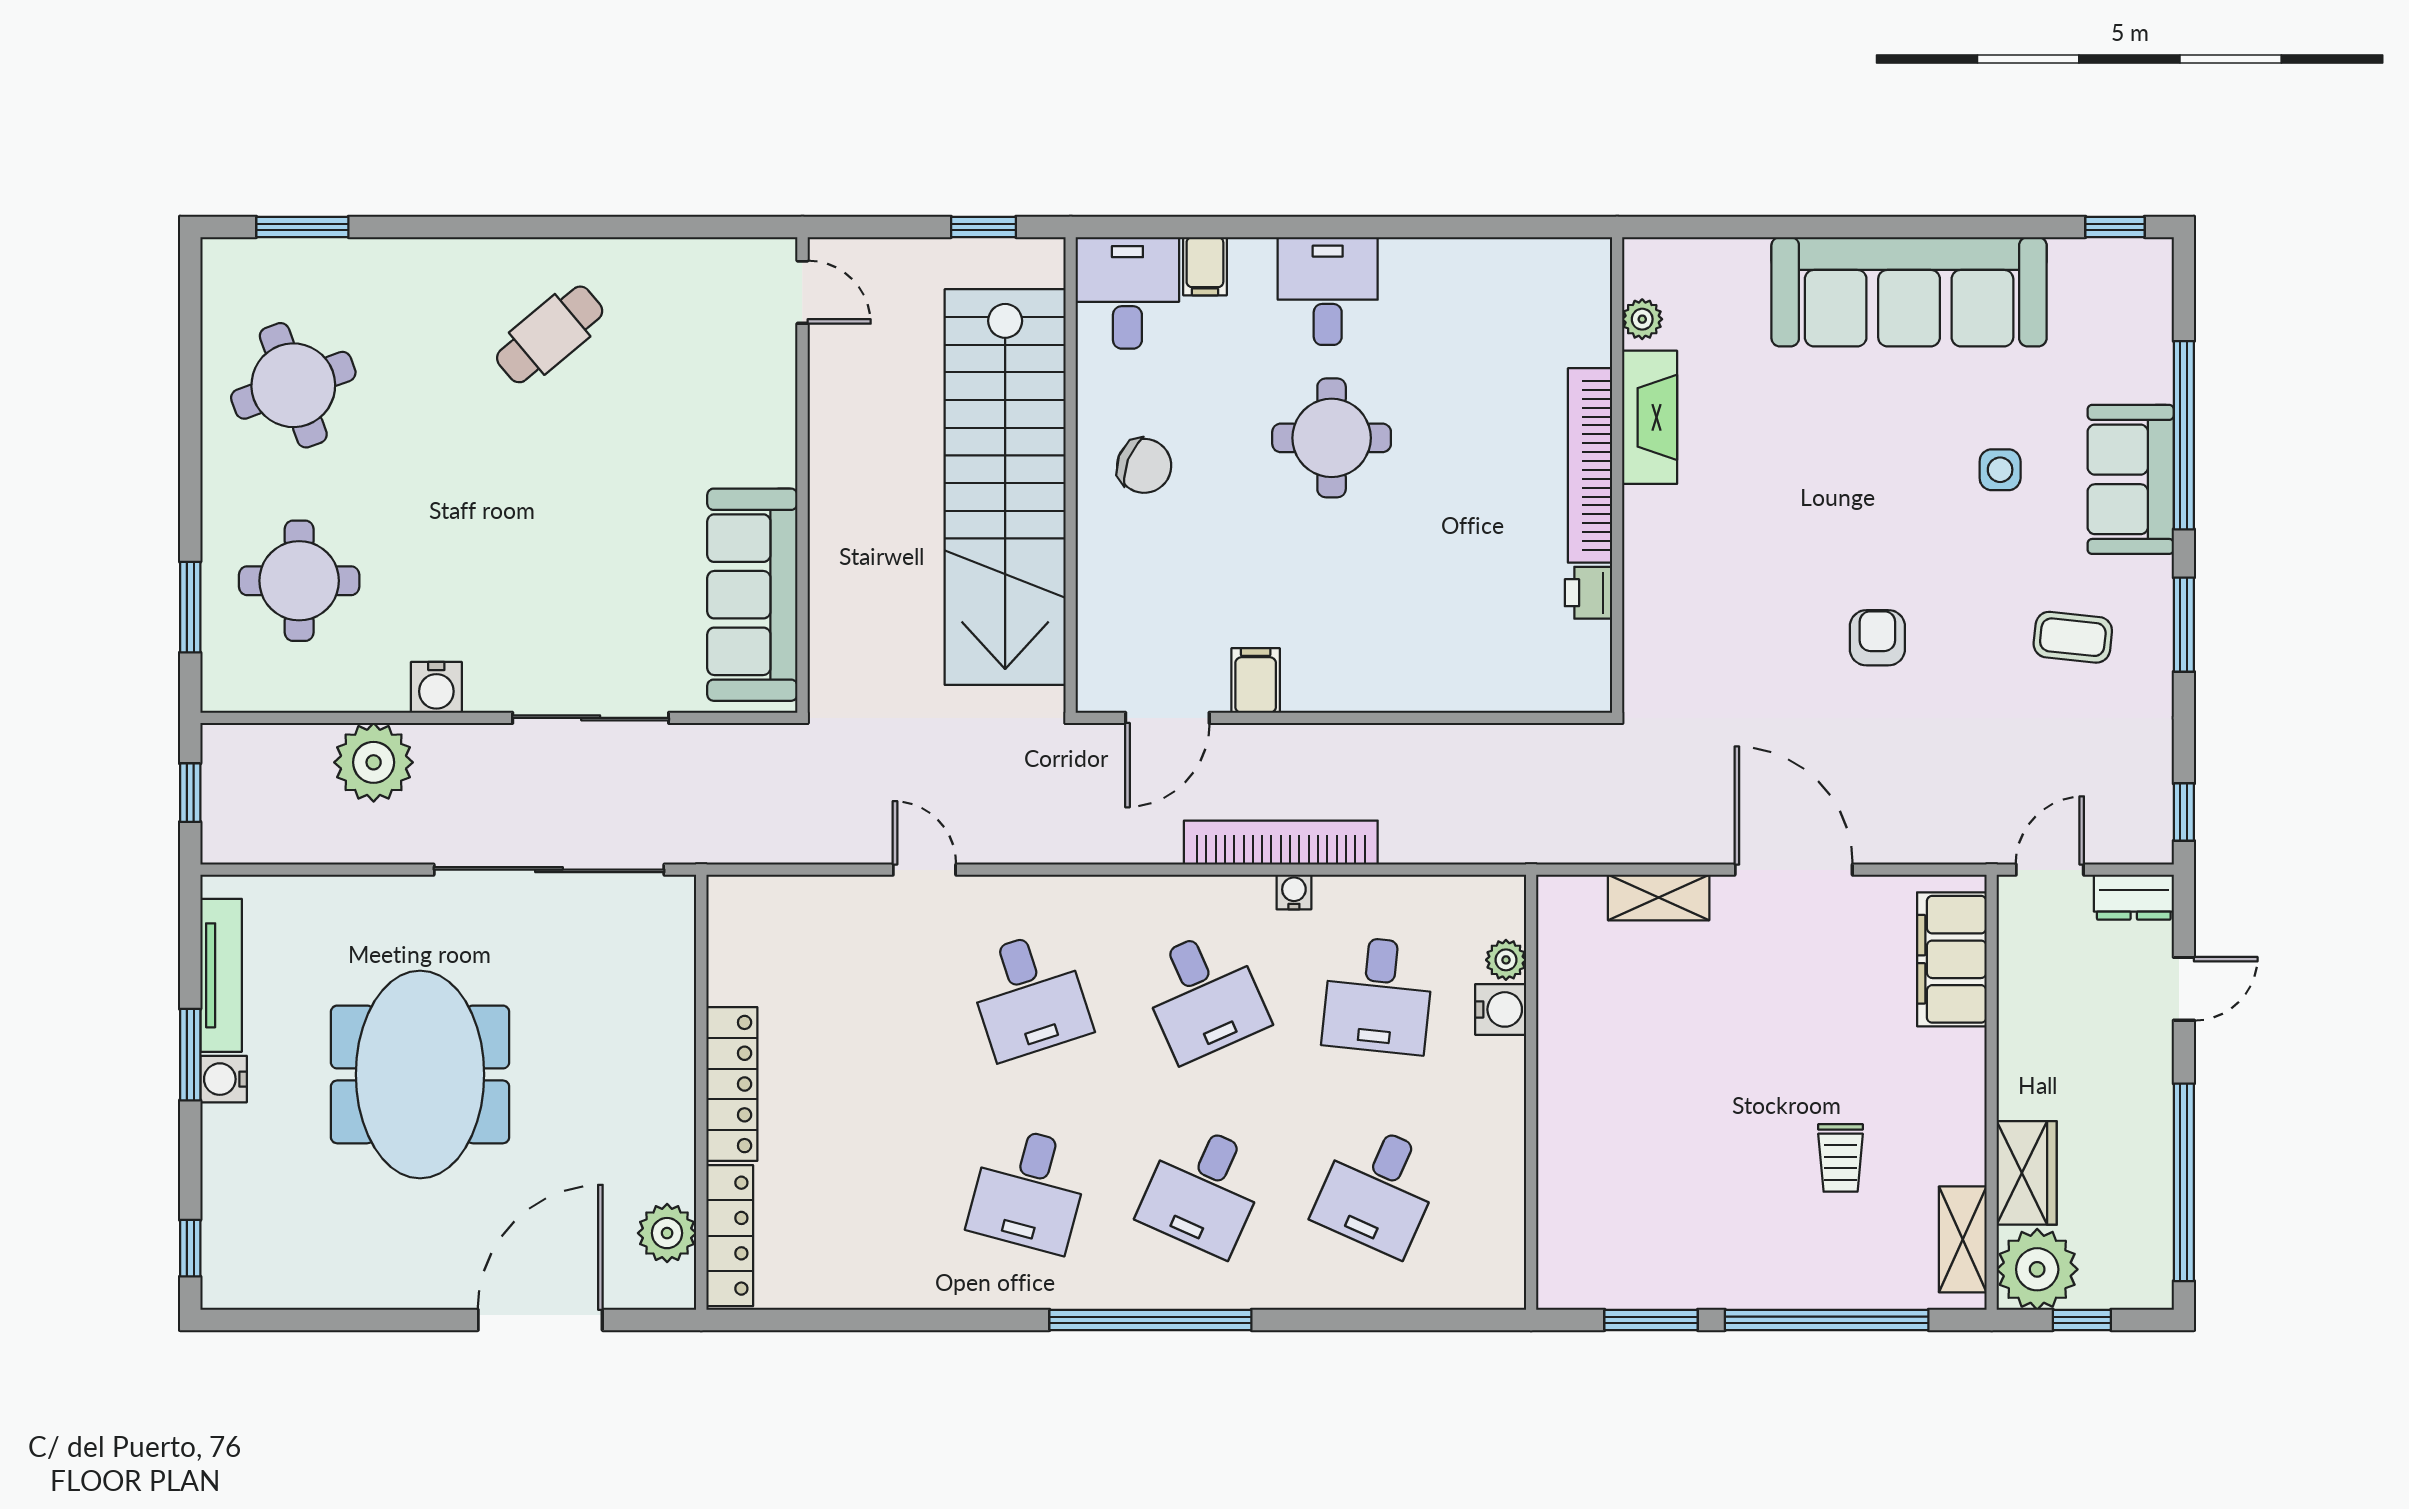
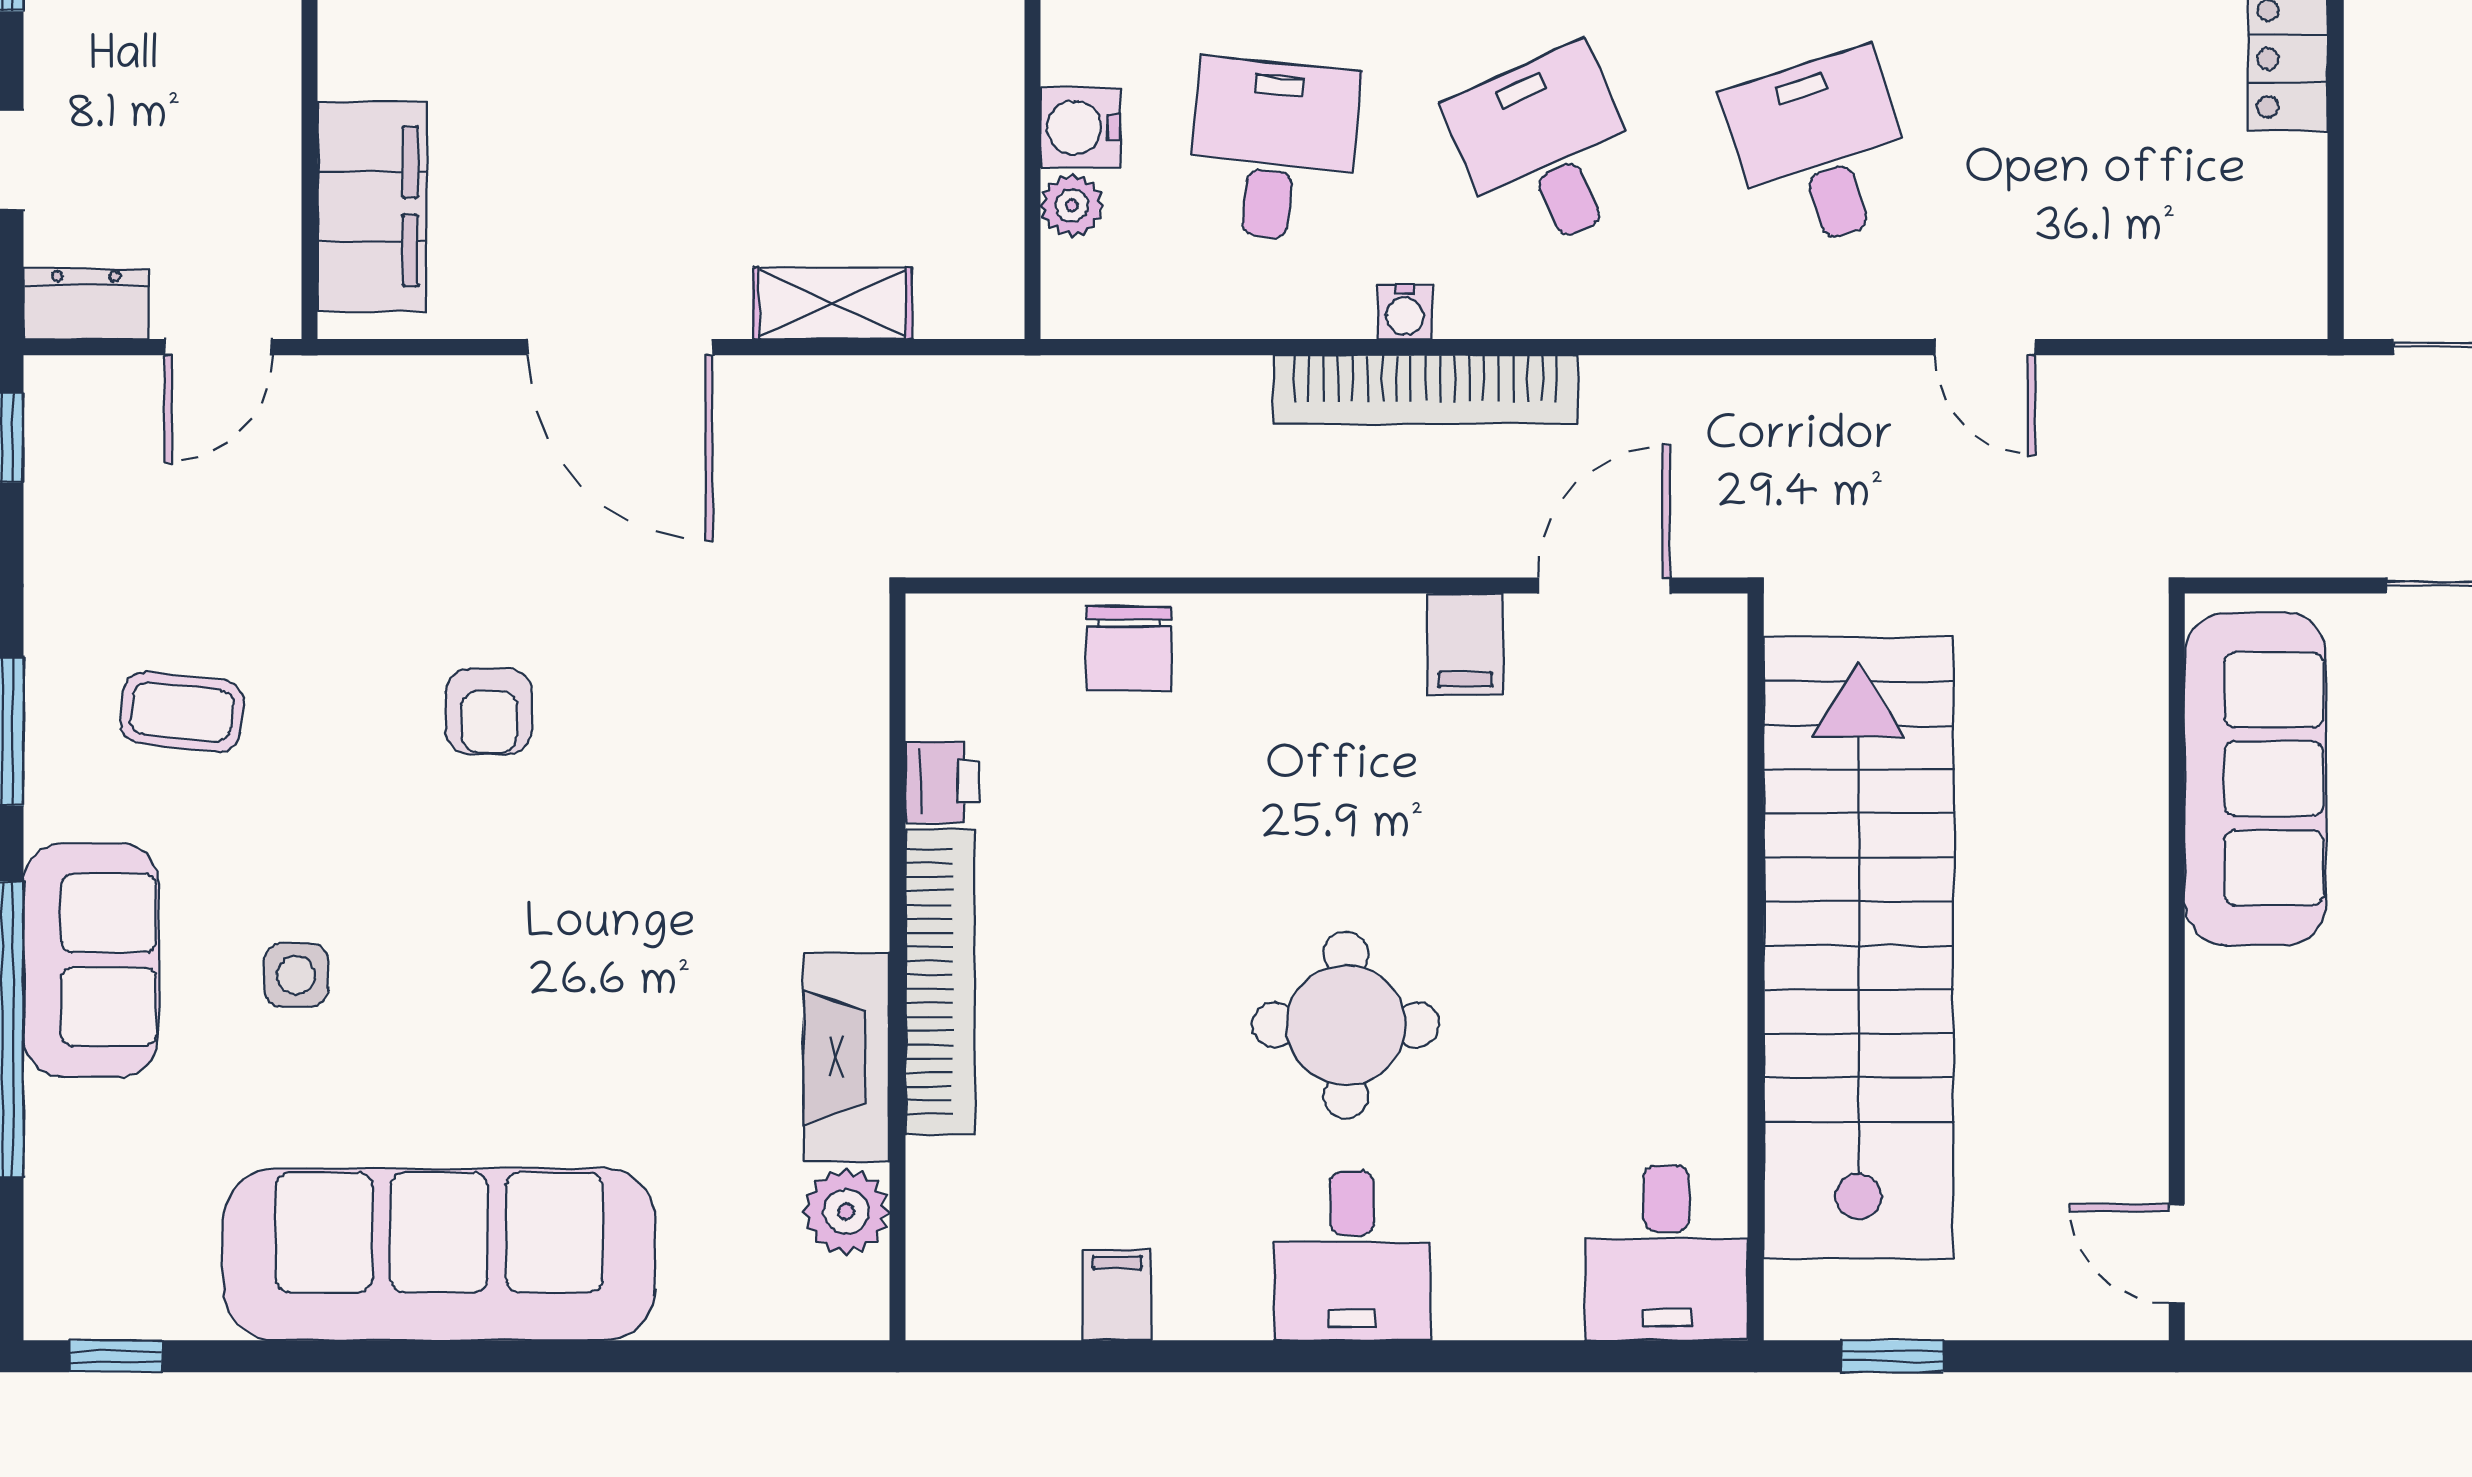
filing cabinet: (1205, 266) -> (1117, 1295), moved
plant: (1642, 319) -> (846, 1211), width x1.38, depth x1.38
chair: (1144, 466) -> (1129, 649), moved, turned -111

